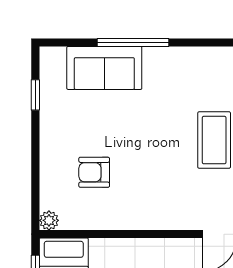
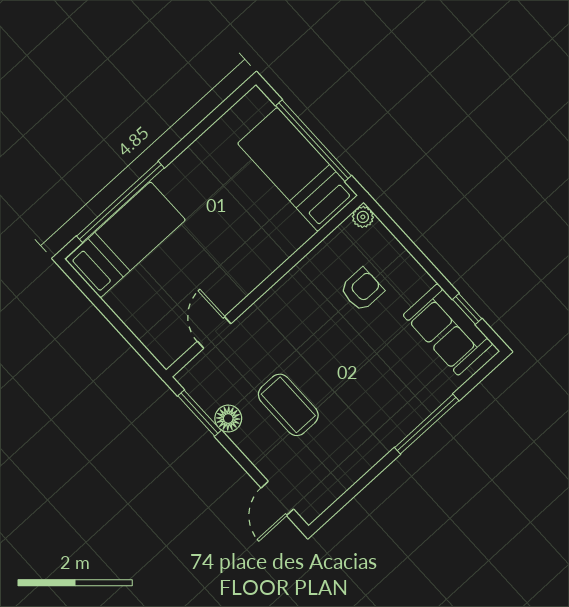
sofa: (104, 68) -> (448, 329), moved, turned -90

